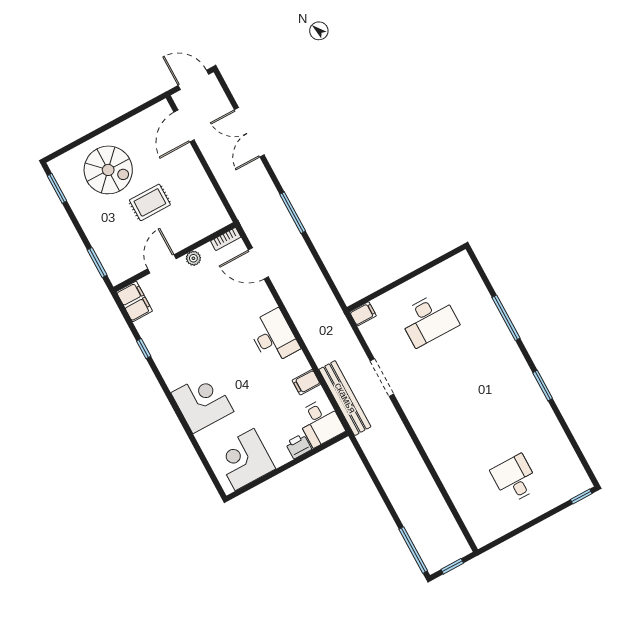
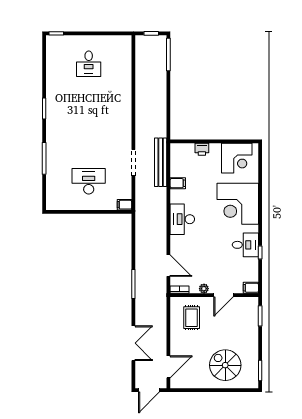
door: (193, 80) -> (149, 390), hinge flipped
rug: (150, 202) -> (192, 318), moved, turned 90
filing cabinet: (134, 301) -> (251, 288), width x0.50
corner desk: (202, 402) -> (238, 204), width x1.36, depth x1.36
desk: (320, 422) -> (245, 245), moved, turned 90

